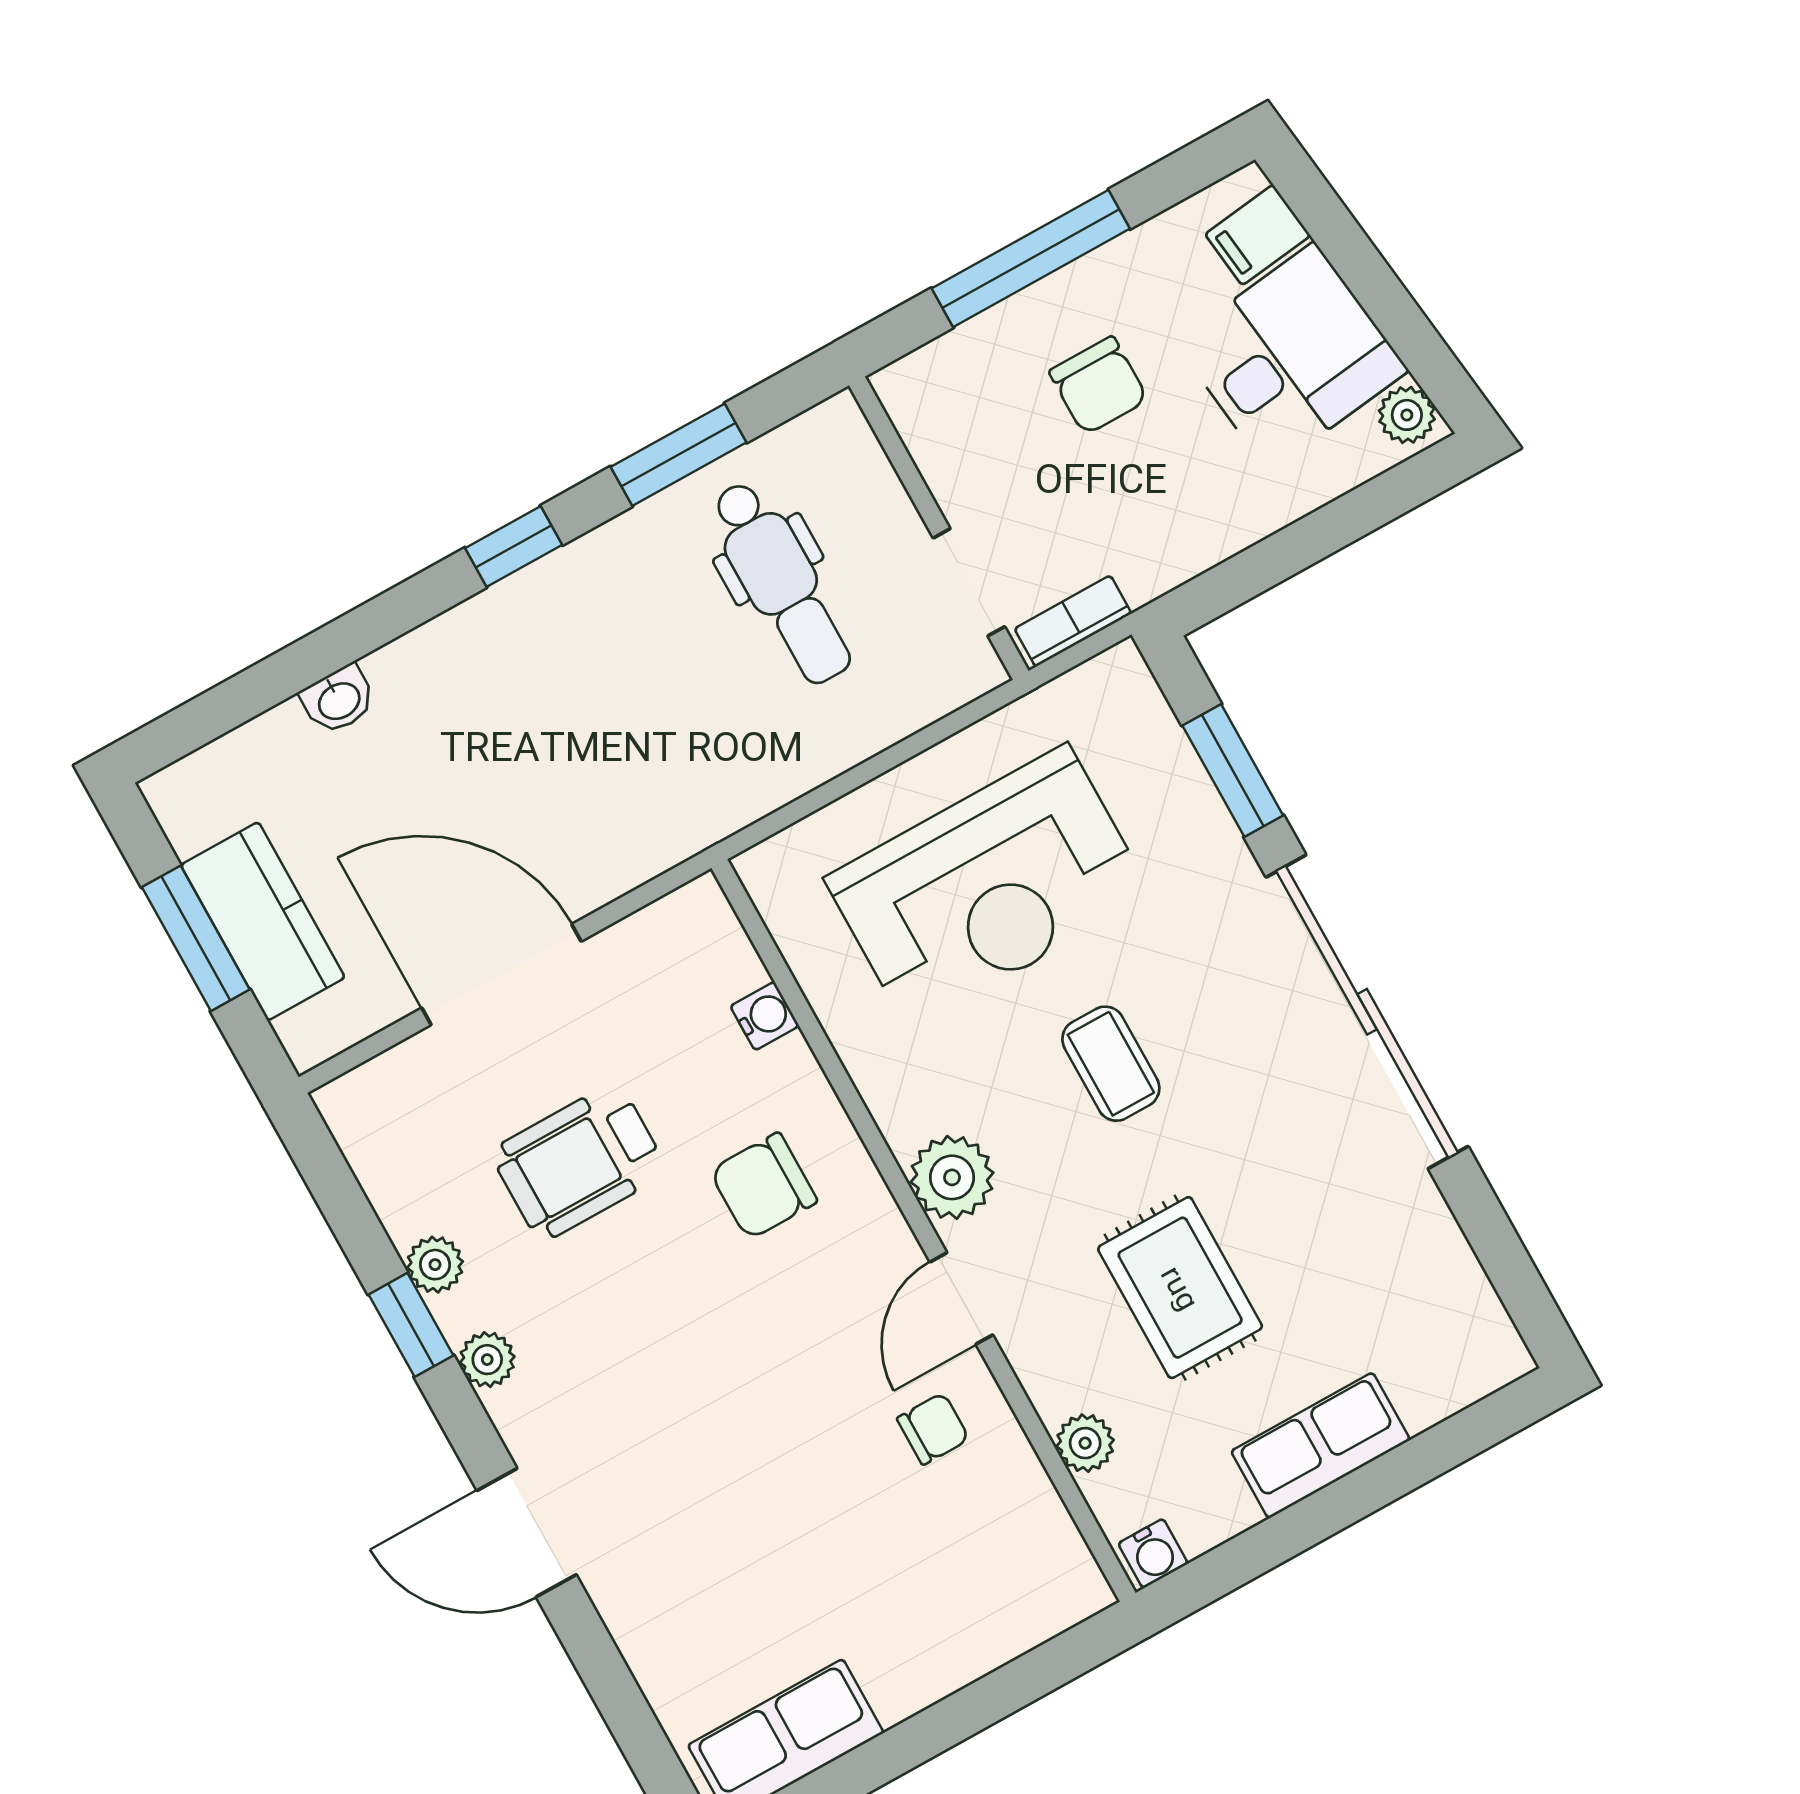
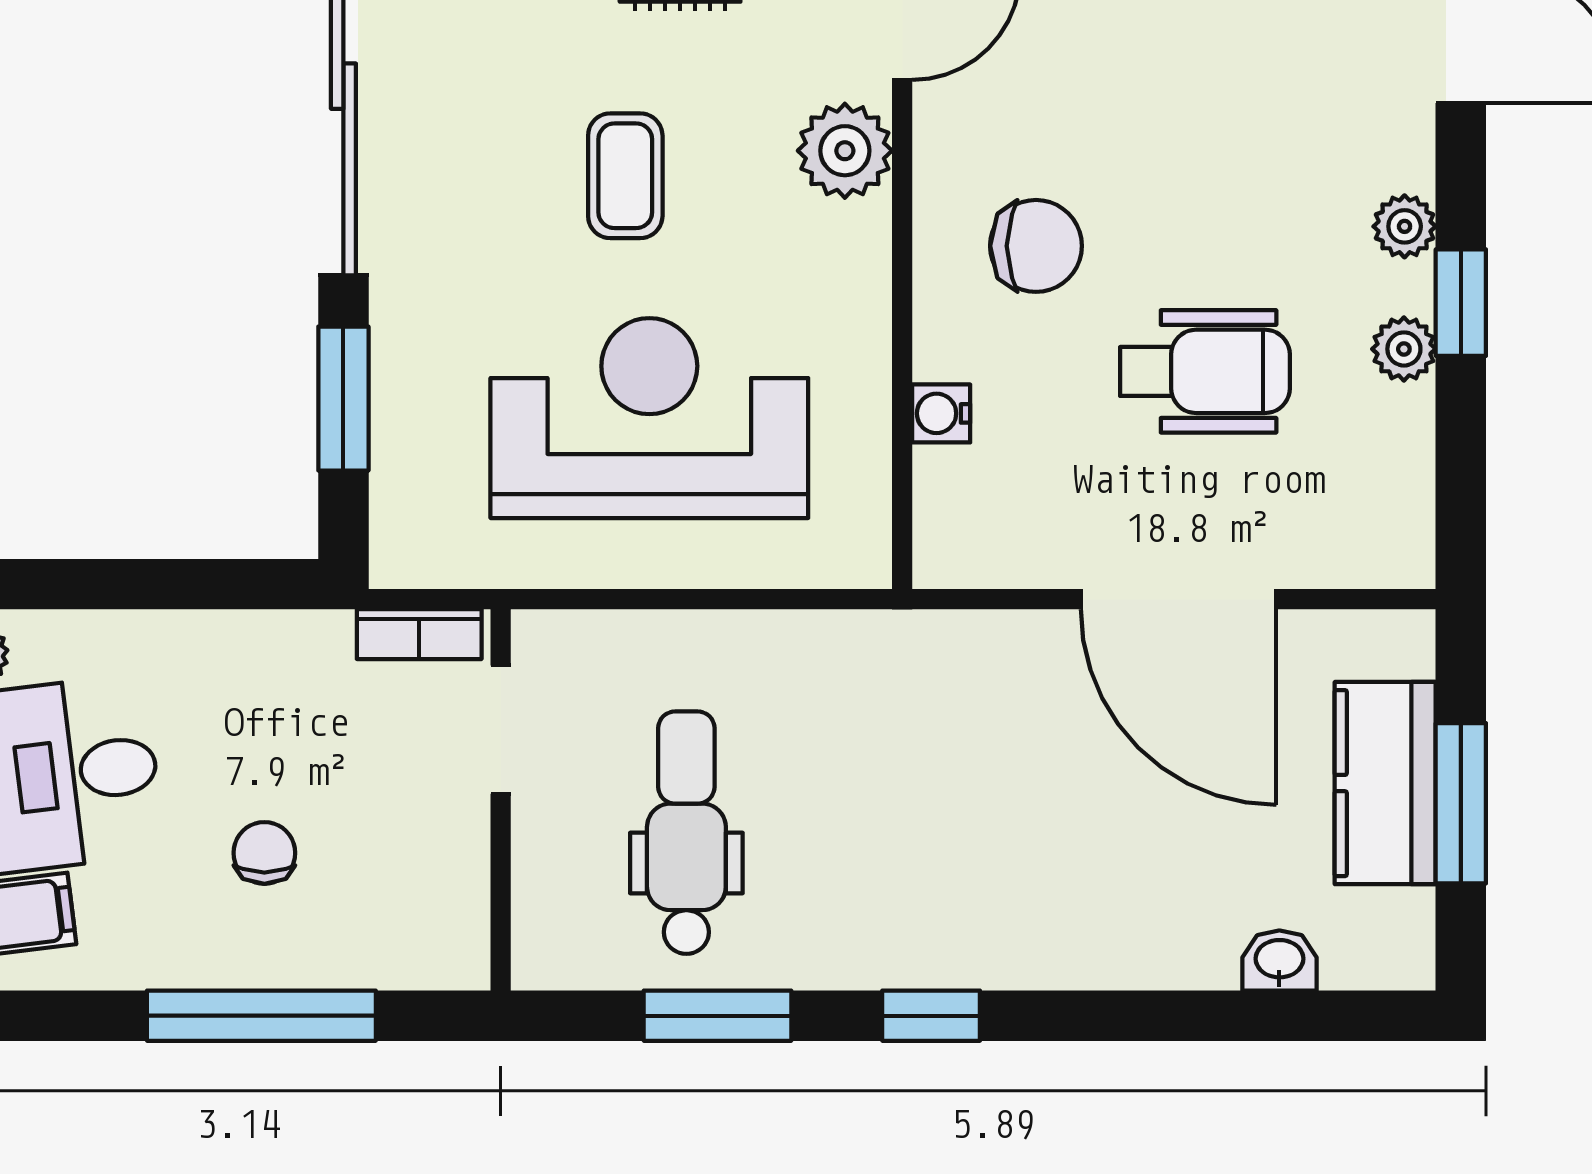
chair: (1098, 386) -> (264, 853), width x0.73, depth x0.73
washbasin: (338, 700) -> (1279, 960), moved

